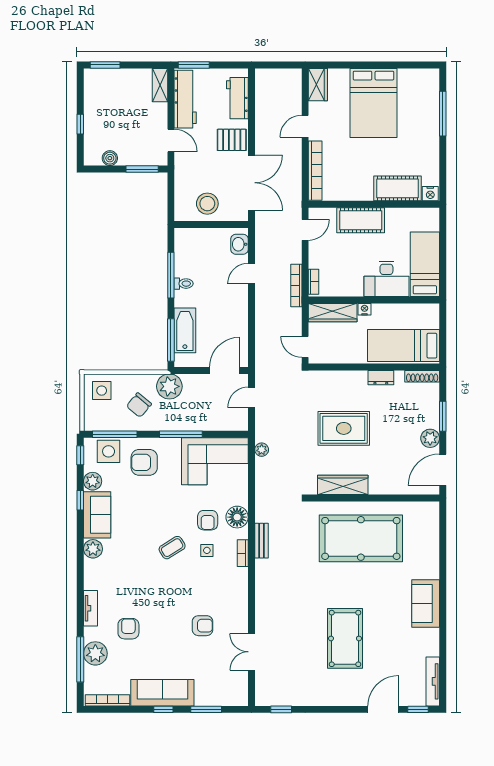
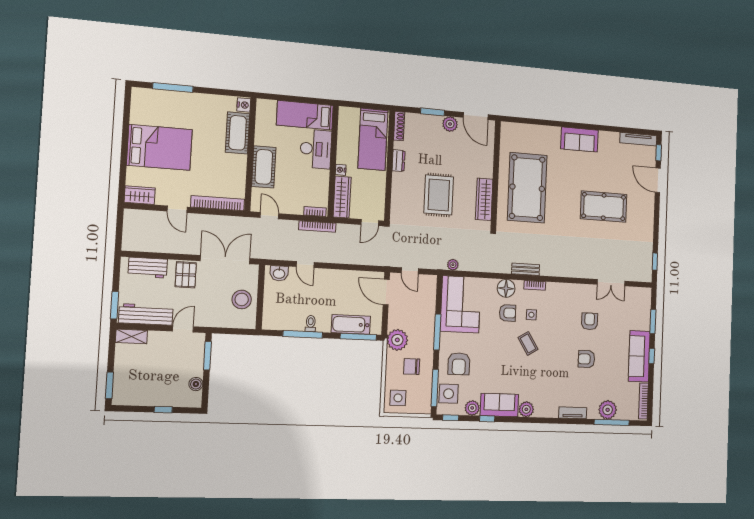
chair: (139, 405) -> (412, 366), turned 140
armchair: (128, 629) -> (586, 359), moved

